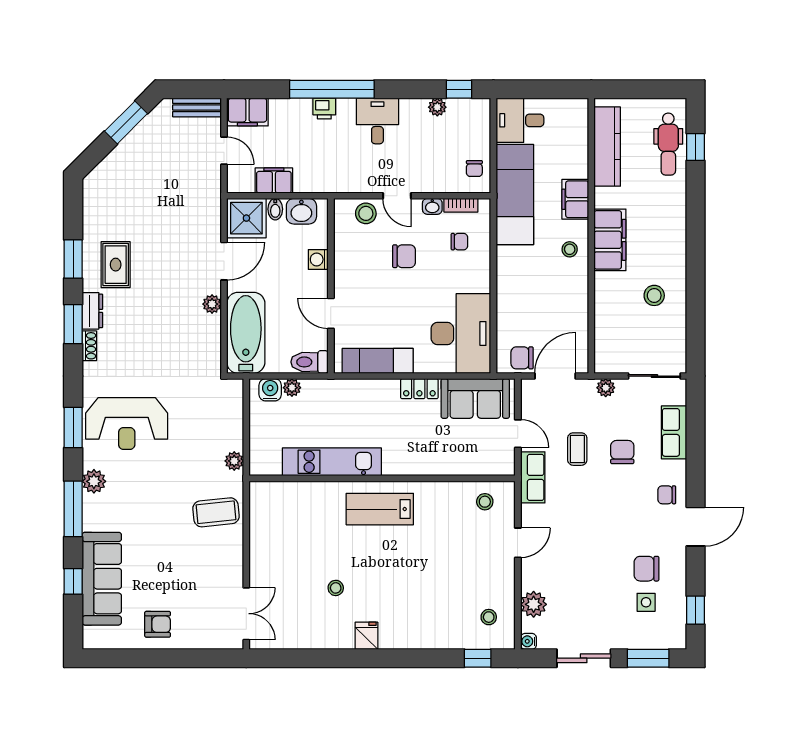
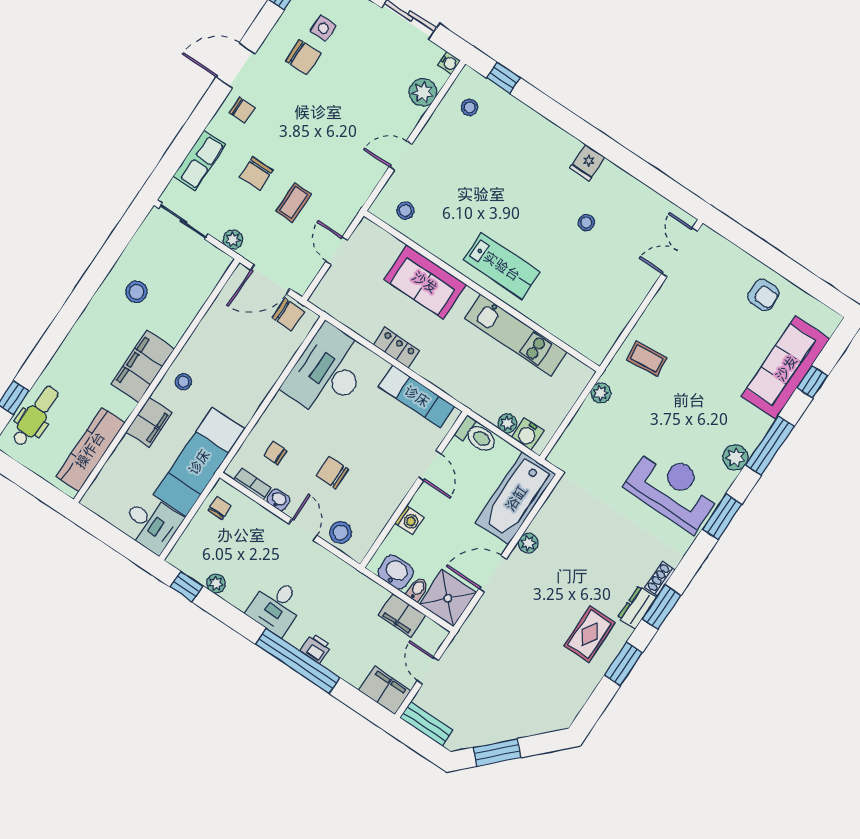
sofa: (475, 398) -> (425, 282), moved, turned 180
row of seats: (533, 477) -> (349, 204), removed
coffee table: (216, 512) -> (647, 359), width x0.73, depth x0.77
armchair: (158, 624) -> (763, 295), turned 180

